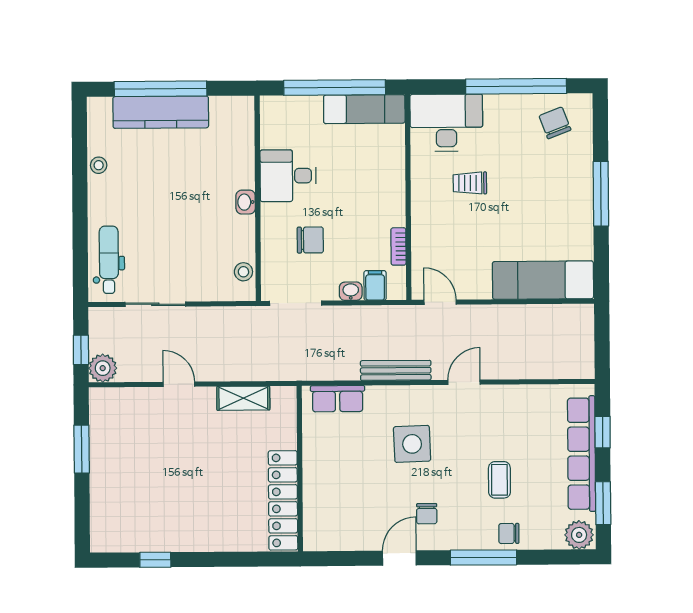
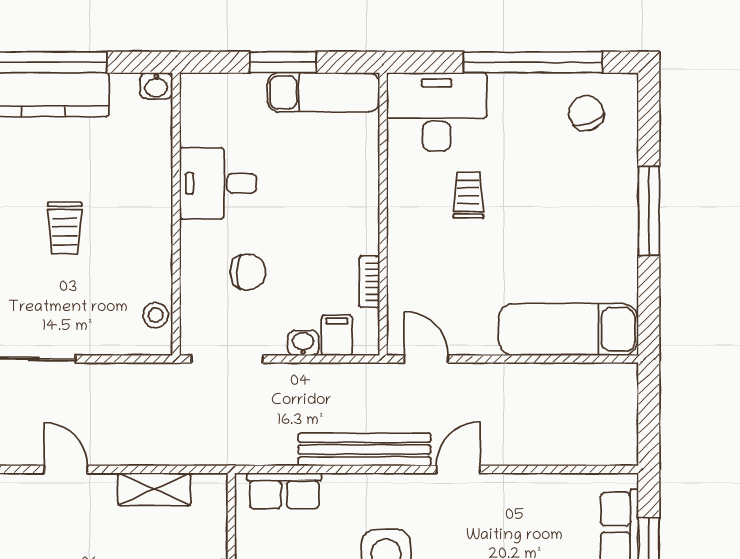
window: (335, 88) -> (283, 62), width x0.47
trolley: (470, 183) -> (468, 195), turned 90
washbasin: (246, 202) -> (156, 86), moved, turned -90
trolley: (177, 209) -> (65, 228), added
bench: (396, 370) -> (364, 449), width x1.37, depth x1.21

